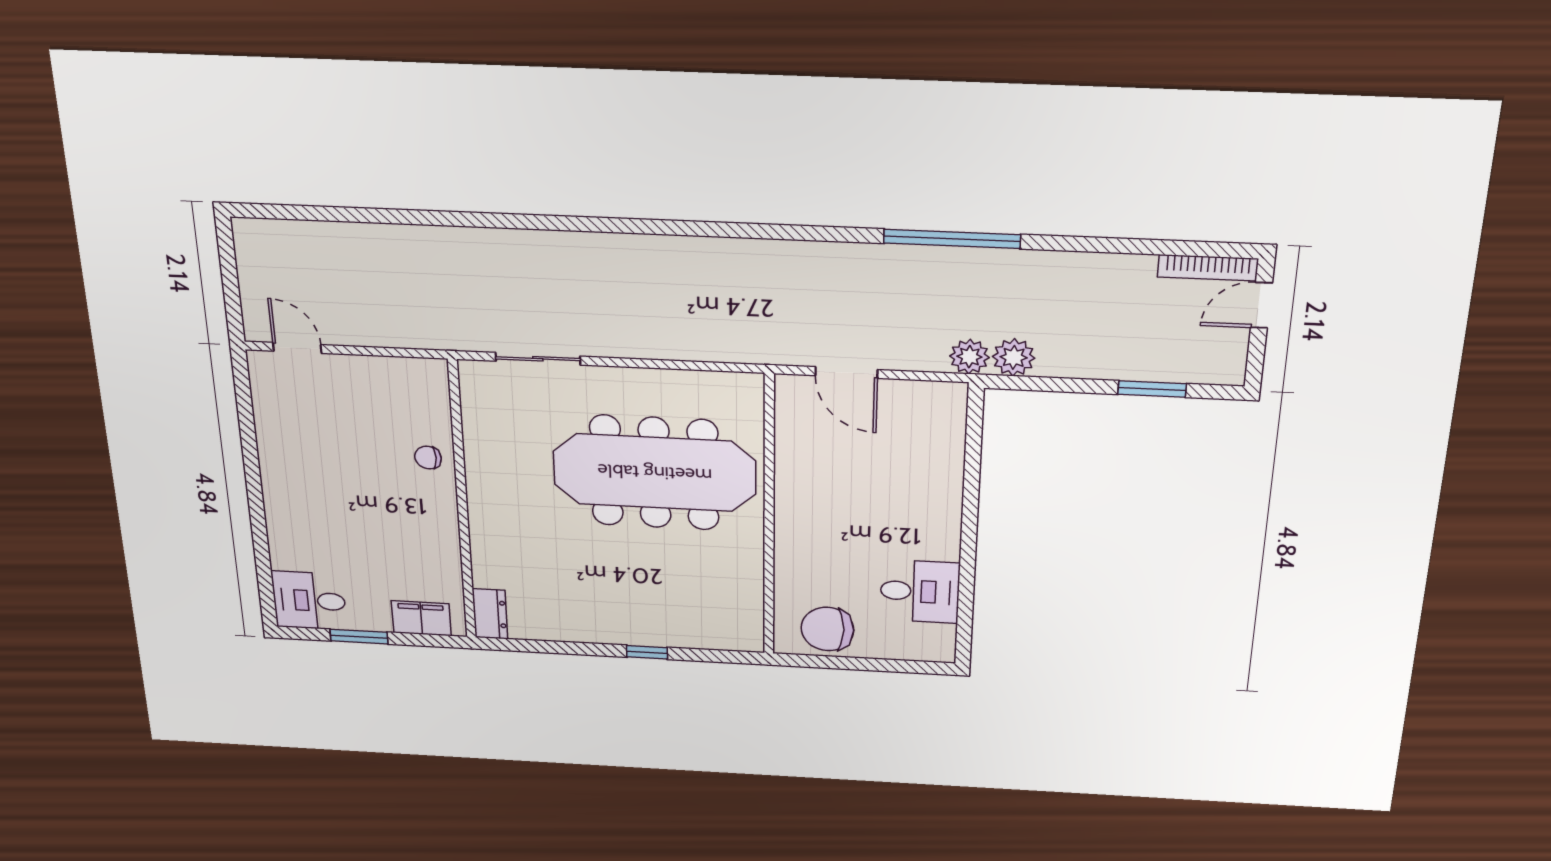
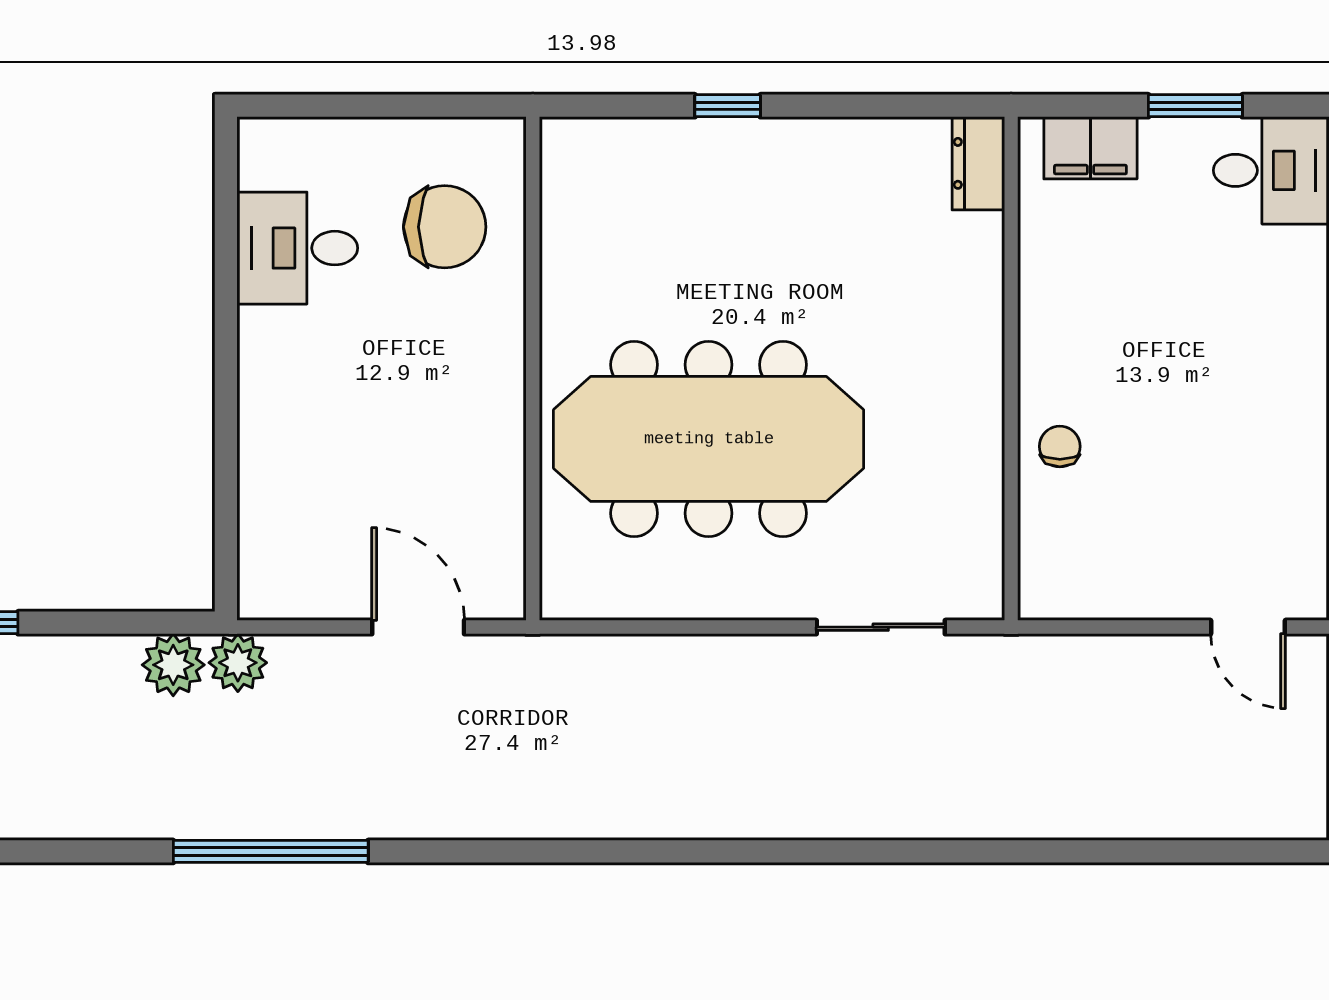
chair: (428, 458) -> (1060, 446), turned -90
chair: (827, 629) -> (445, 227), moved

